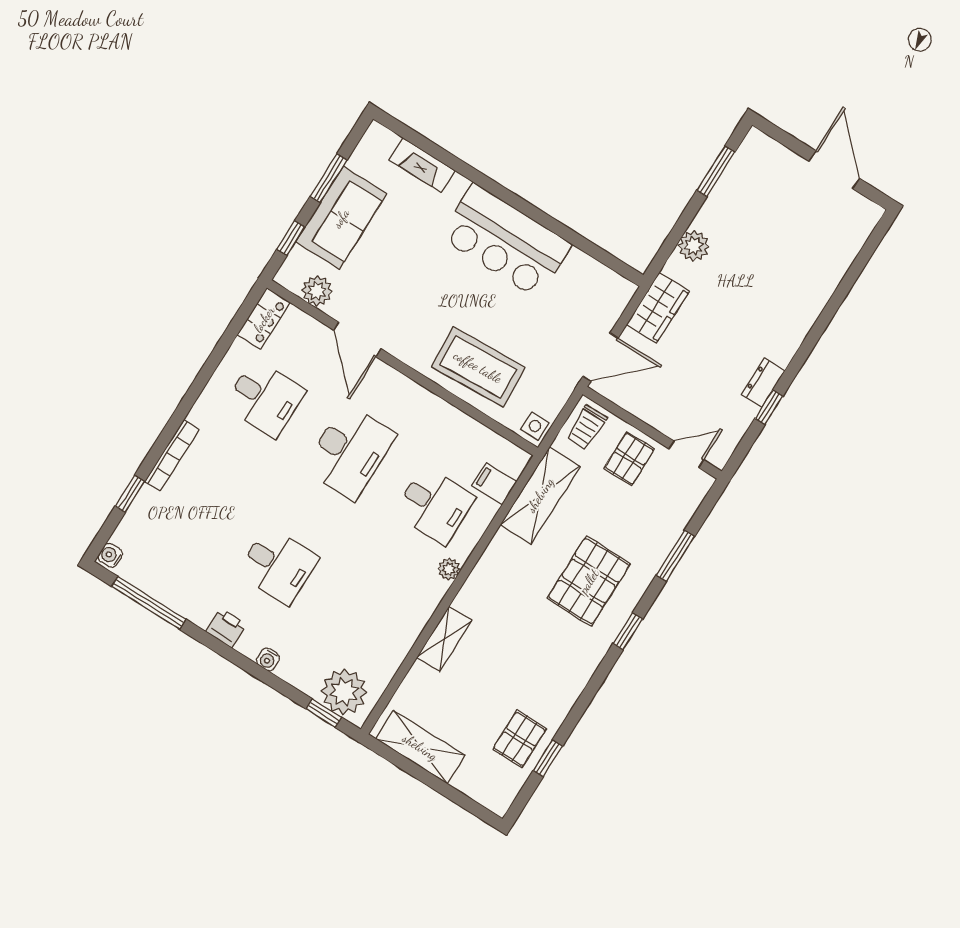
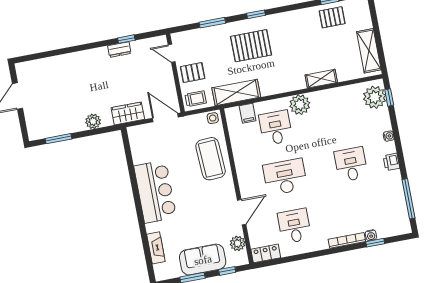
water cooler: (110, 555) -> (371, 235), moved
plant: (449, 569) -> (300, 105), width x1.88, depth x1.88

